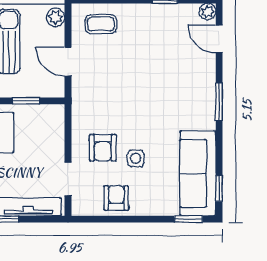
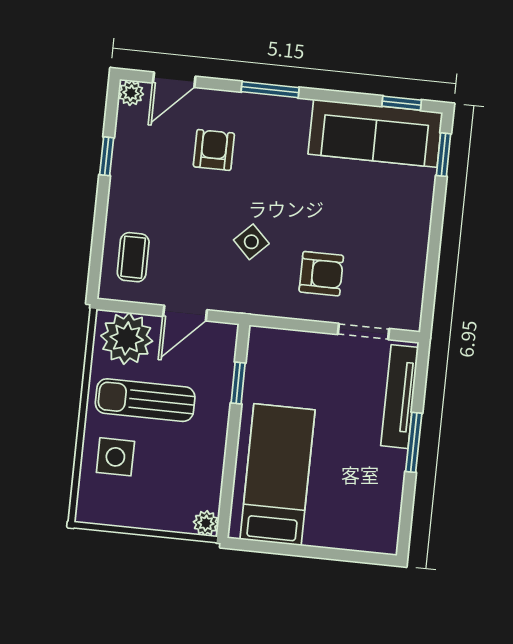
plant: (56, 17) -> (127, 338), width x1.87, depth x1.87
side table: (136, 158) -> (251, 242), moved, turned 45
armchair: (116, 198) -> (214, 150), moved, turned 90

